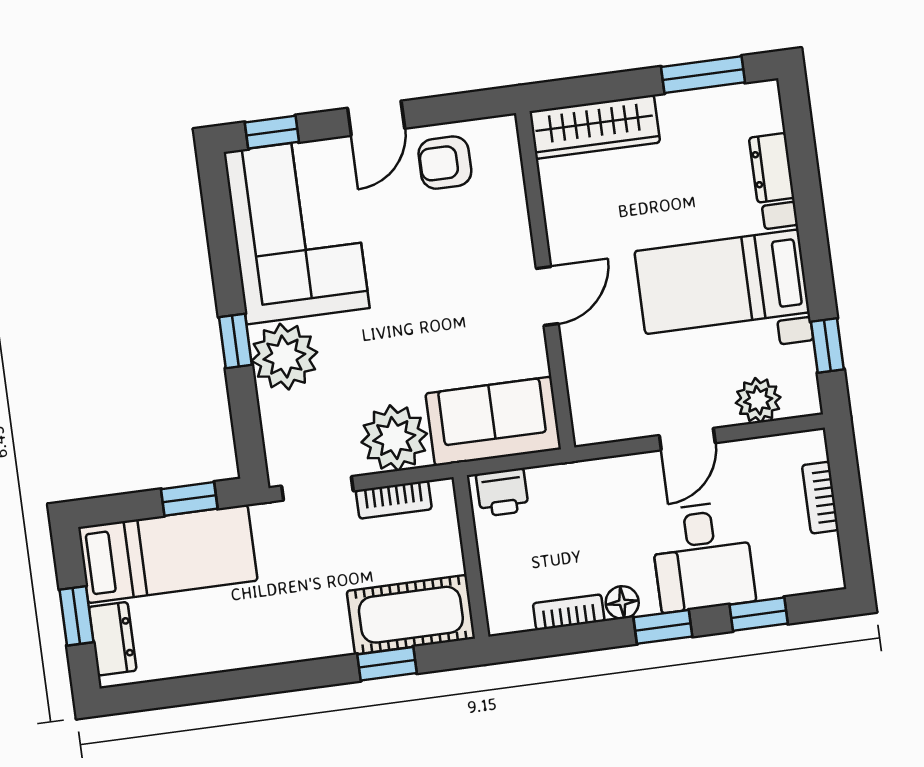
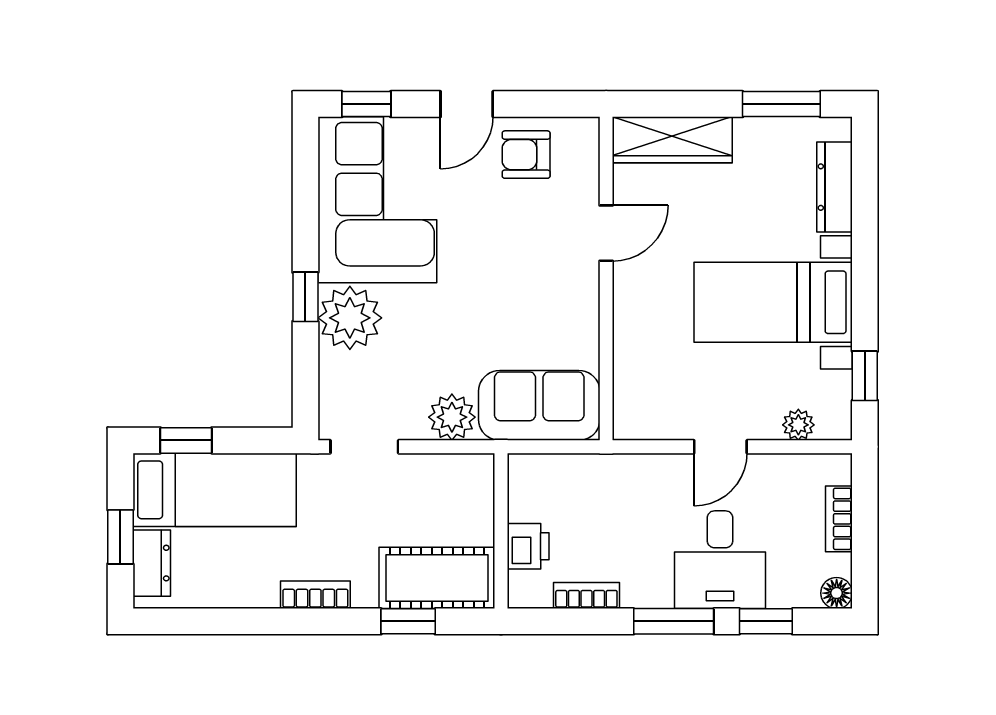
dresser: (772, 168) -> (835, 187), width x1.44
door: (547, 296) -> (606, 233), moved
plant: (758, 400) -> (798, 425), width x0.73, depth x0.73
plant: (394, 438) -> (452, 417), width x0.73, depth x0.73
printer: (502, 492) -> (528, 546), moved, turned -90
window: (189, 499) -> (186, 440), moved
bookcase: (394, 500) -> (315, 595), moved, turned 180
floor lamp: (622, 602) -> (837, 593), moved
window: (663, 627) -> (674, 621), width x1.50

